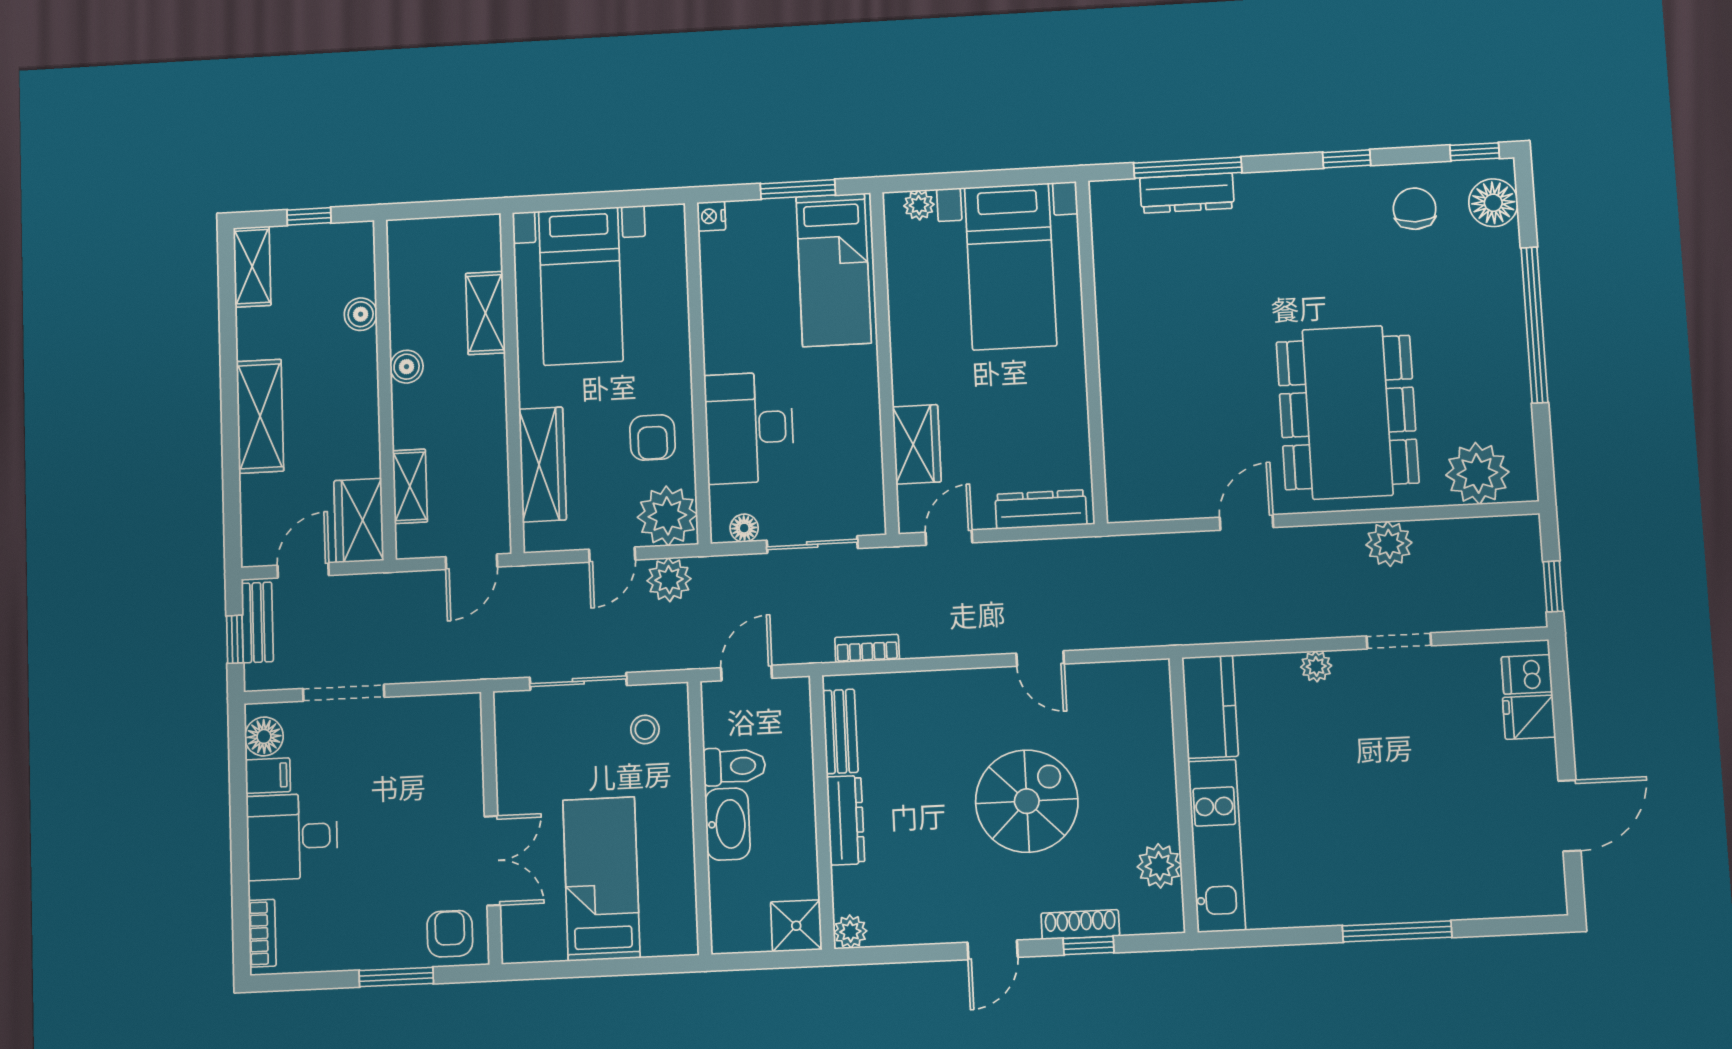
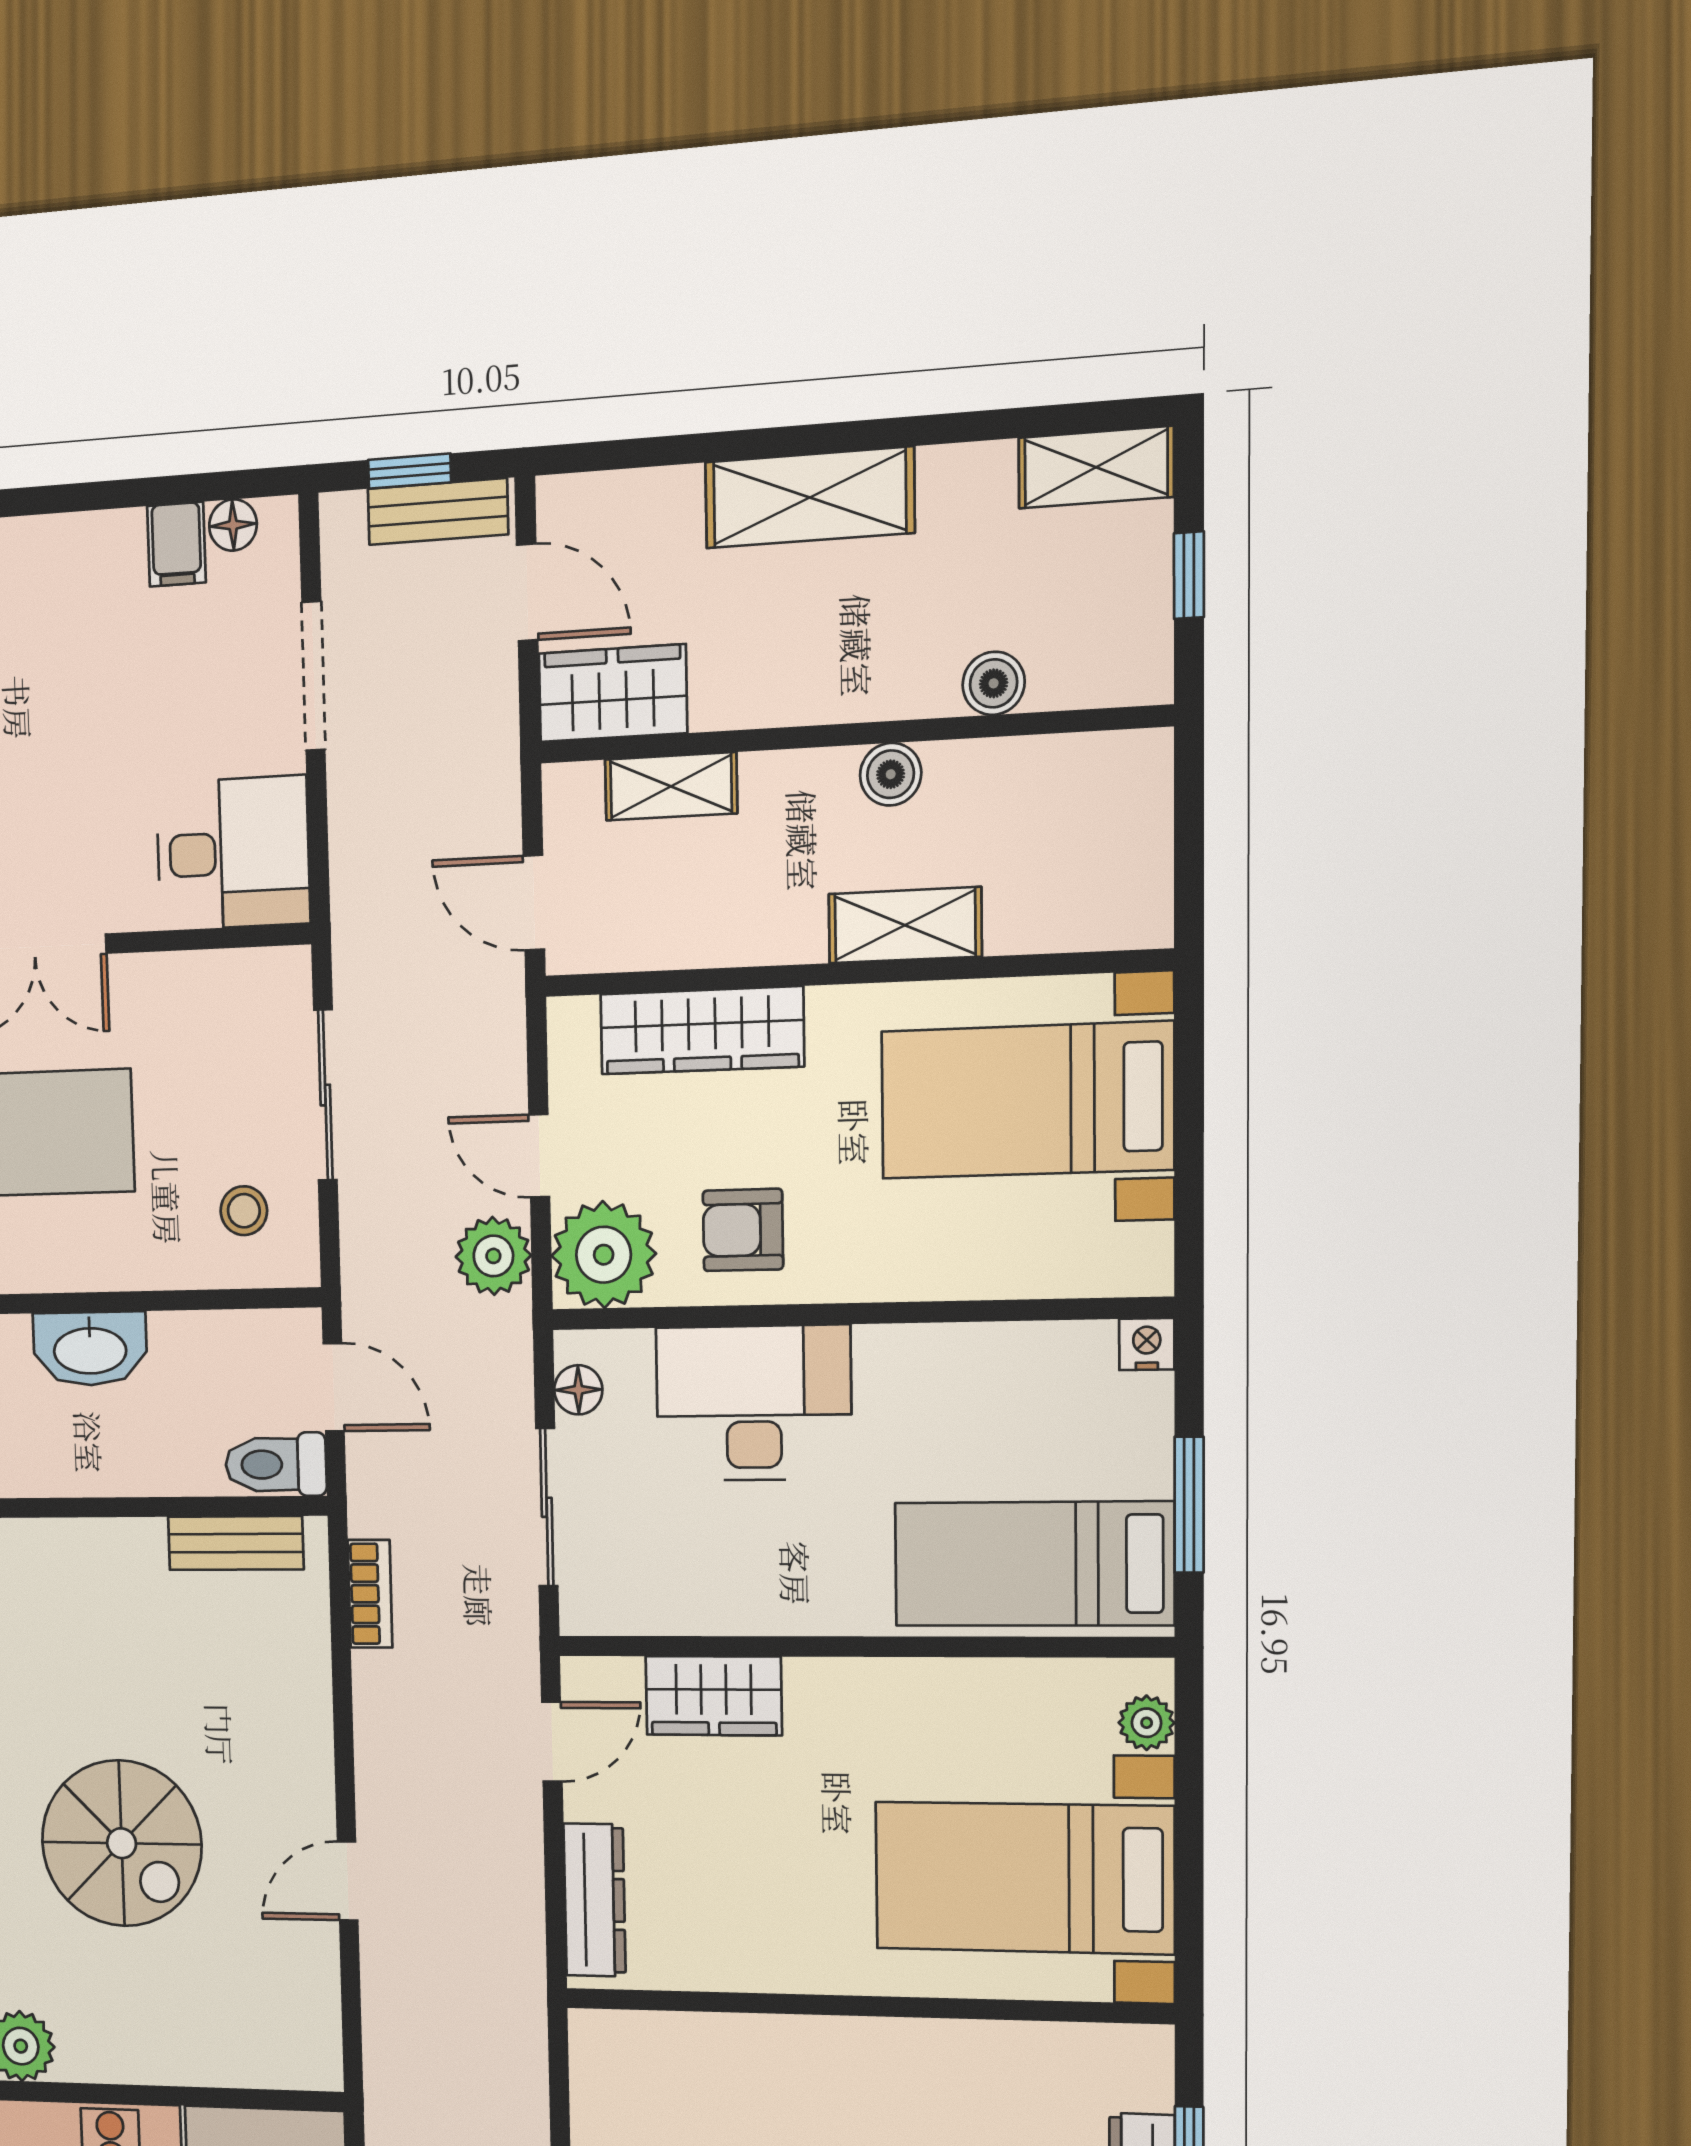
shelving: (485, 313) -> (905, 925), moved
door: (949, 537) -> (552, 1742), hinge flipped
floor lamp: (264, 736) -> (233, 525), width x0.73, depth x0.73
toilet: (734, 766) -> (276, 1464), moved, turned 90
dresser: (846, 820) -> (94, 1546), removed
desk: (292, 837) -> (233, 853), moved, turned 90

